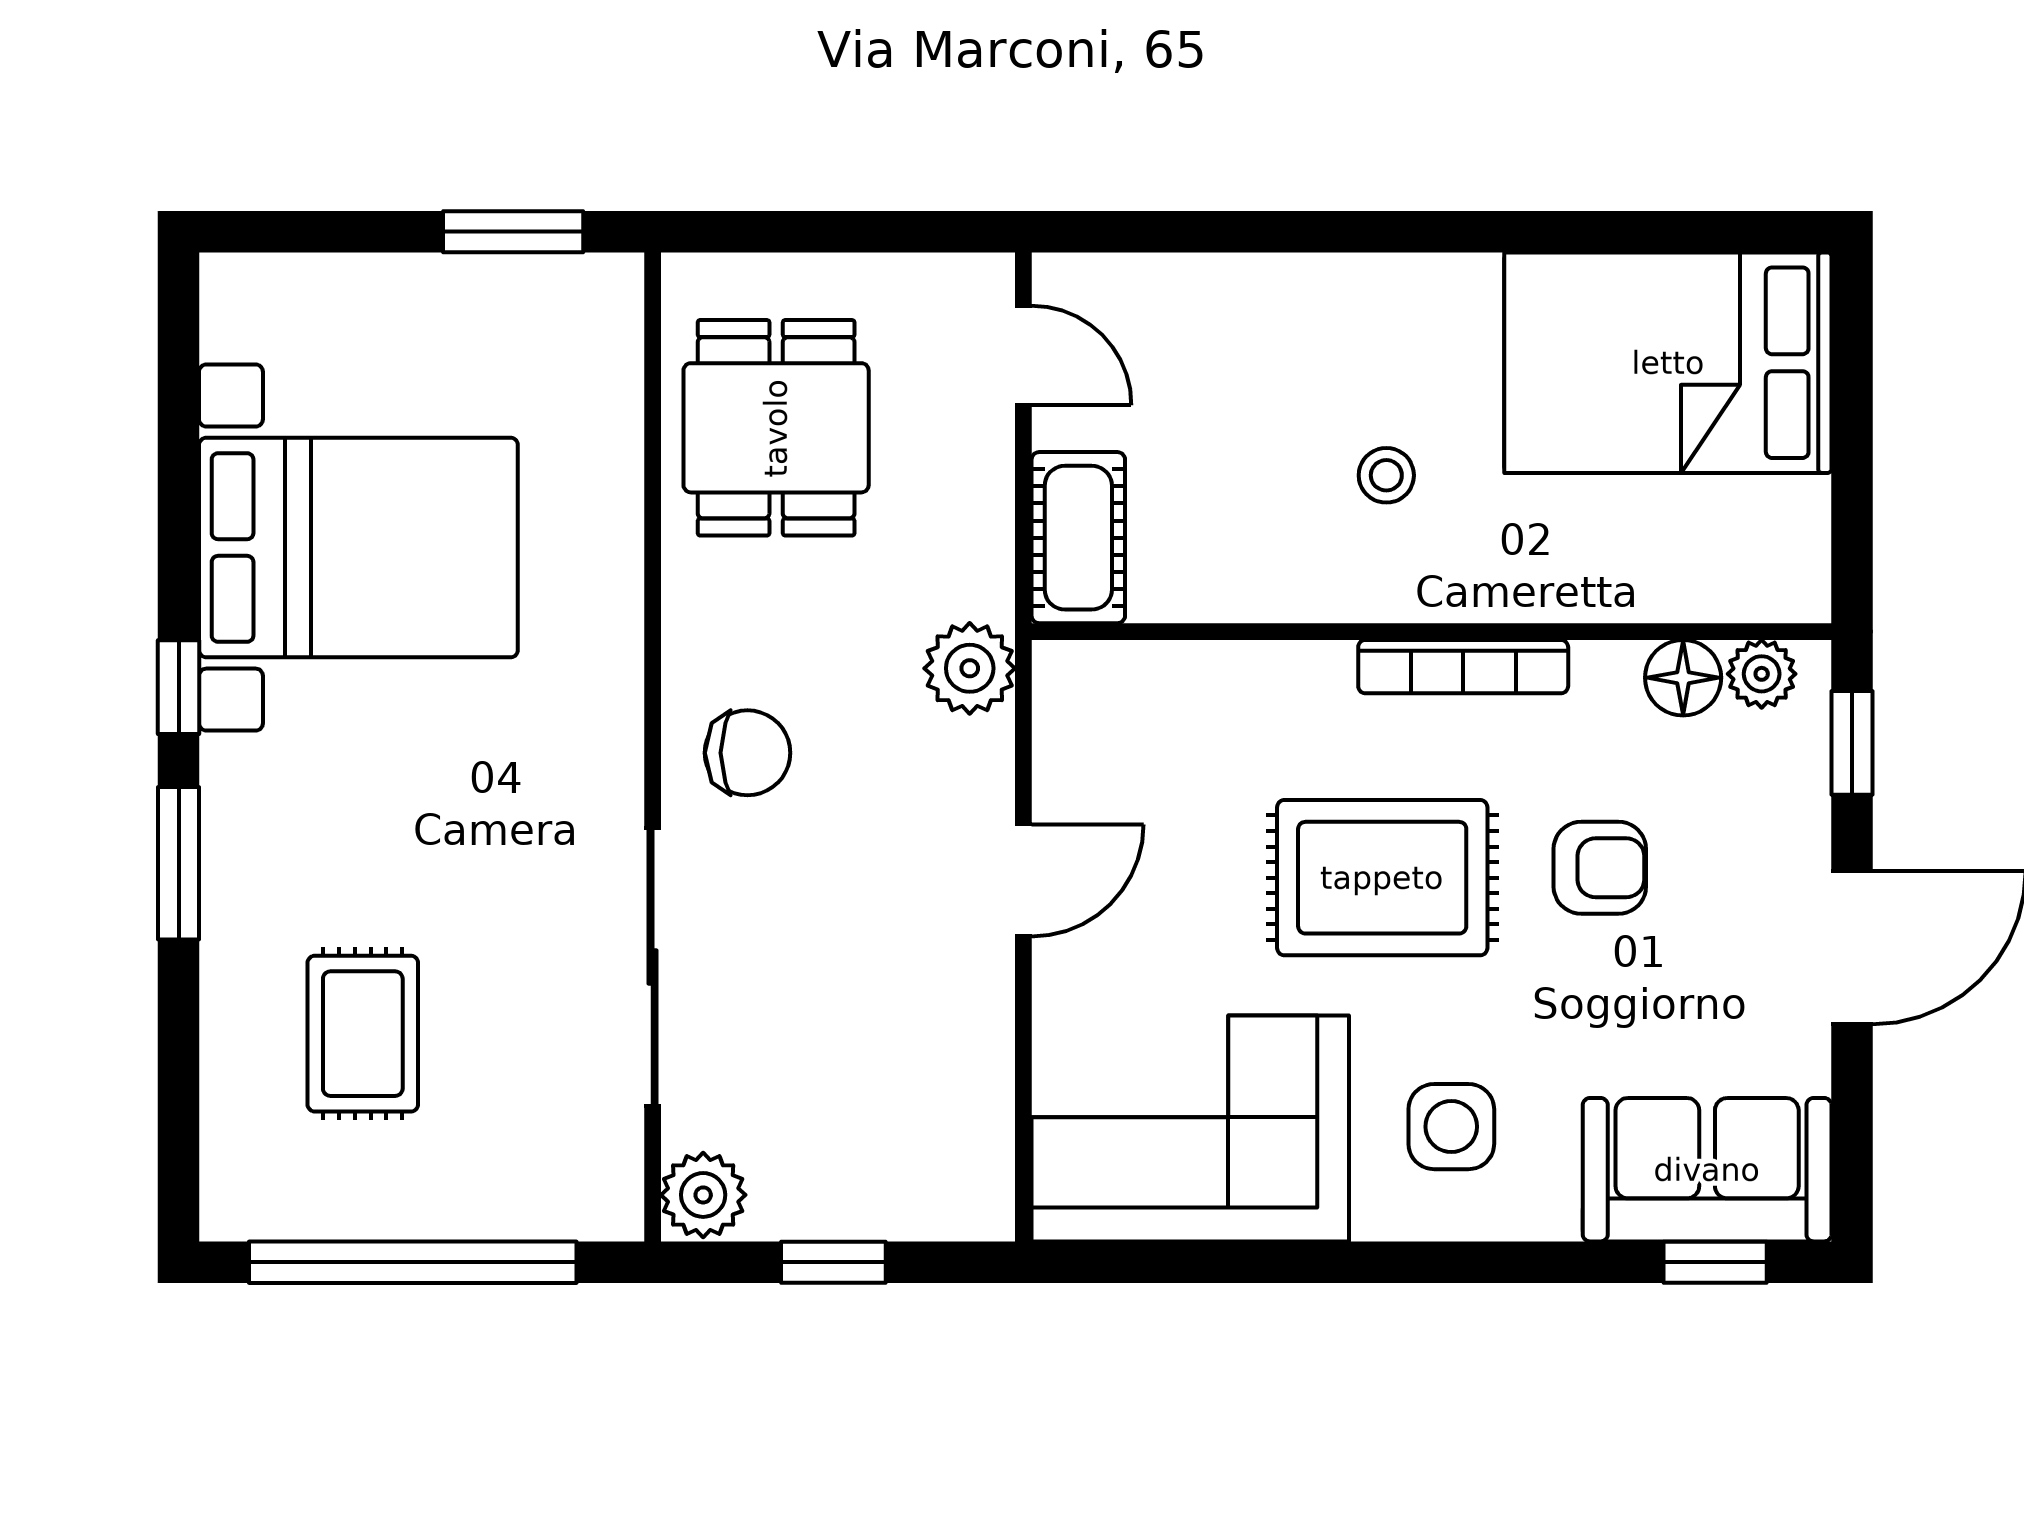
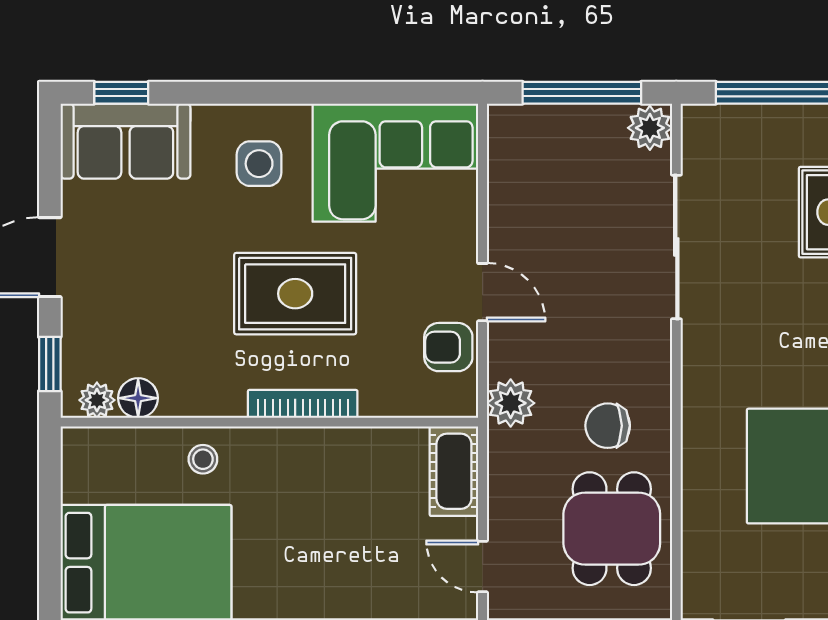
stool: (1386, 475) -> (203, 459), moved
bookcase: (1463, 667) -> (303, 404), moved
chair: (748, 753) -> (608, 426), moved
armchair: (1600, 868) -> (448, 347), moved
door: (1023, 880) -> (483, 292), swing flipped
window: (833, 1262) -> (582, 93), width x2.17

